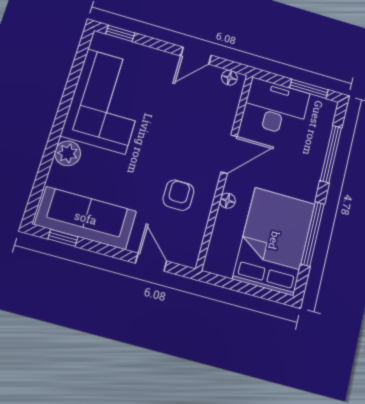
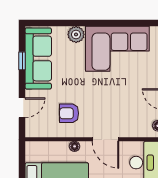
armchair: (178, 195) -> (69, 113), turned 180
window: (63, 238) -> (22, 61), moved

